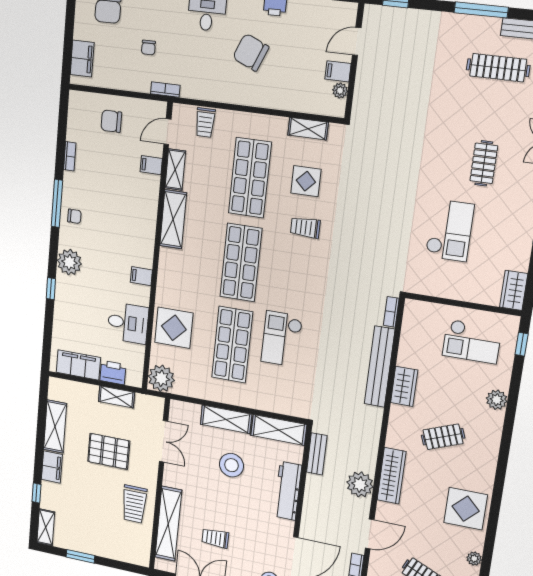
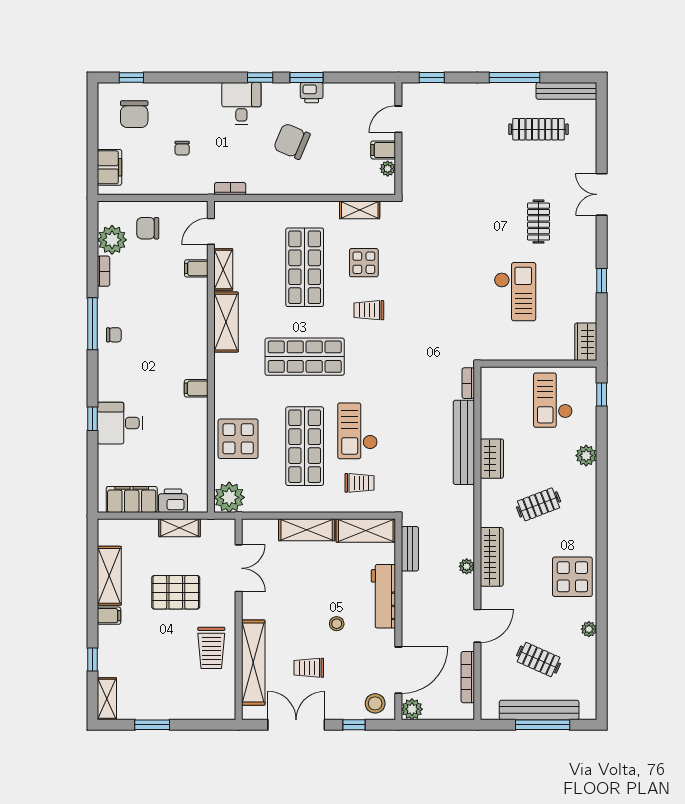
bookcase: (165, 90) -> (230, 189), moved
trolley: (205, 122) -> (359, 483), moved, turned -90
plant: (69, 262) -> (112, 240), moved
shop shelf: (241, 263) -> (305, 357), turned 90
desk: (128, 323) -> (120, 423), moved, turned 180
checkout: (472, 342) -> (553, 400), turned 90
stool: (231, 465) -> (337, 624), moved, width x0.53, depth x0.53
filing cabinet: (52, 467) -> (109, 616), width x0.50
plant: (360, 484) -> (467, 566), width x0.53, depth x0.53

